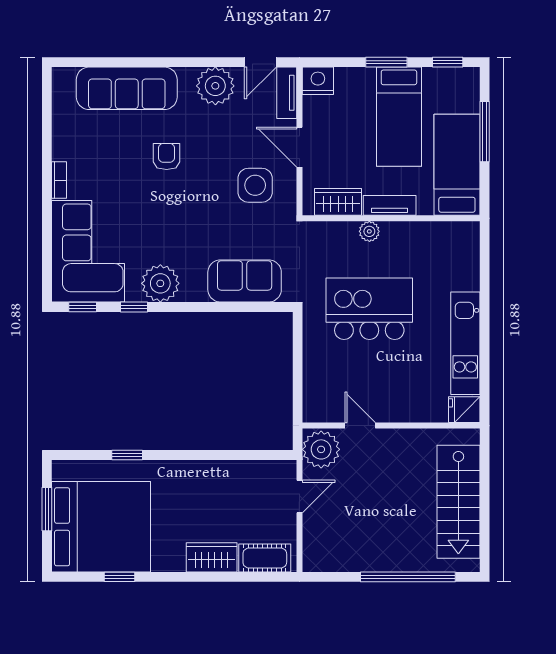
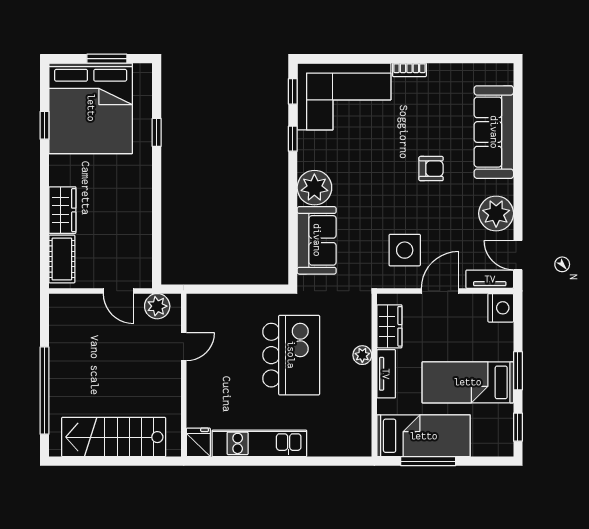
window: (485, 132) -> (428, 461), moved
plant: (160, 283) -> (314, 188), moved
plant: (321, 449) -> (157, 306), width x0.73, depth x0.73

